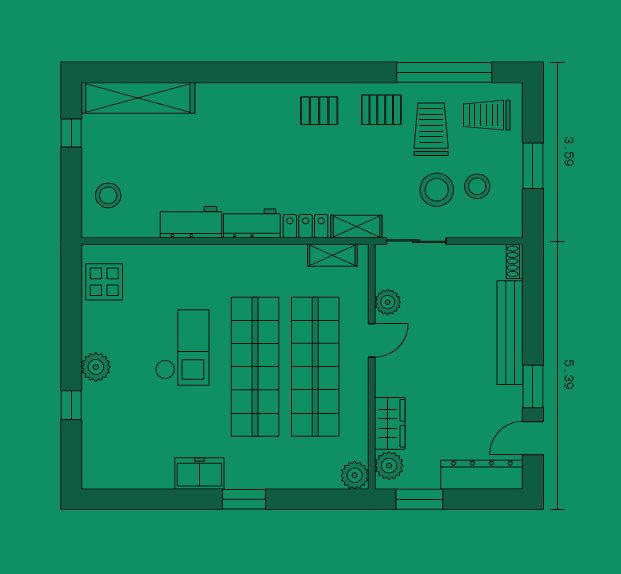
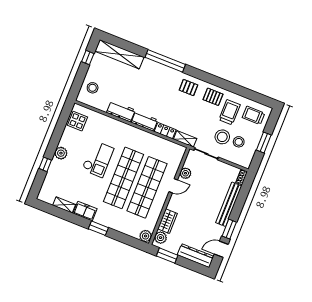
window: (444, 72) -> (165, 61), moved
shelving: (332, 255) -> (64, 205), moved

